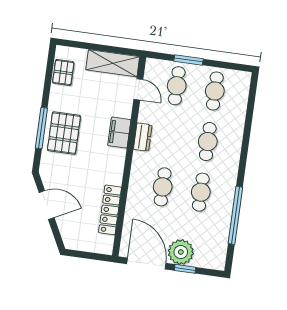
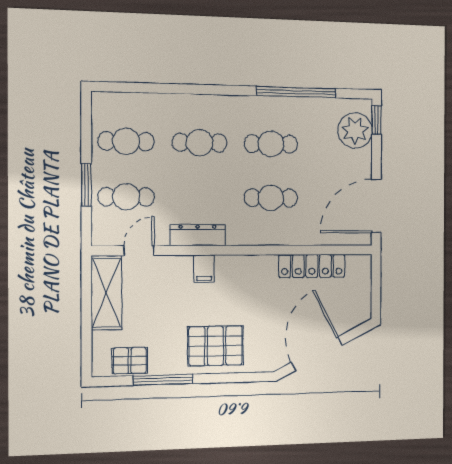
window: (41, 128) -> (163, 380), moved
filing cabinet: (119, 133) -> (204, 269), width x0.50
dresser: (143, 137) -> (197, 235), width x1.44
door: (47, 205) -> (317, 354), width x1.36
plant: (181, 252) -> (355, 131), moved
window: (185, 269) -> (377, 120), moved

